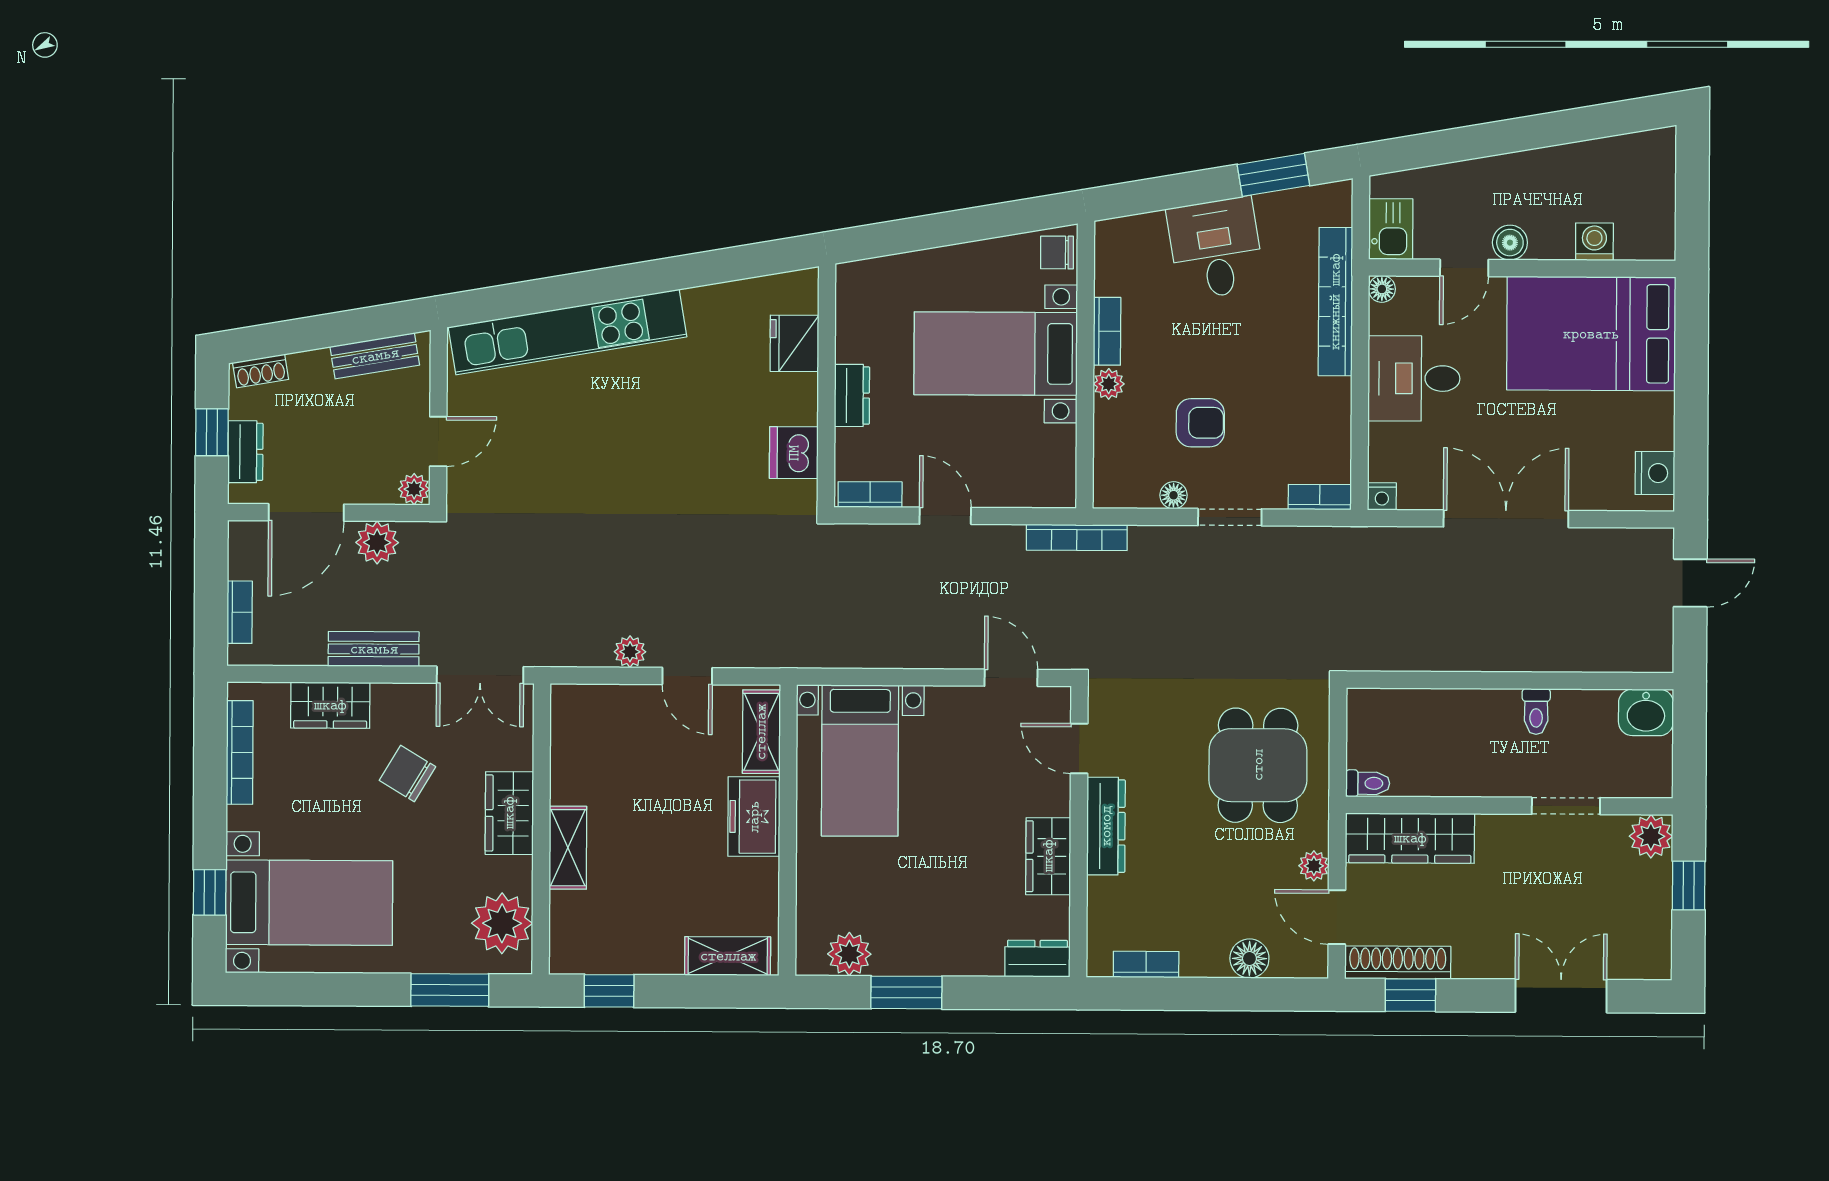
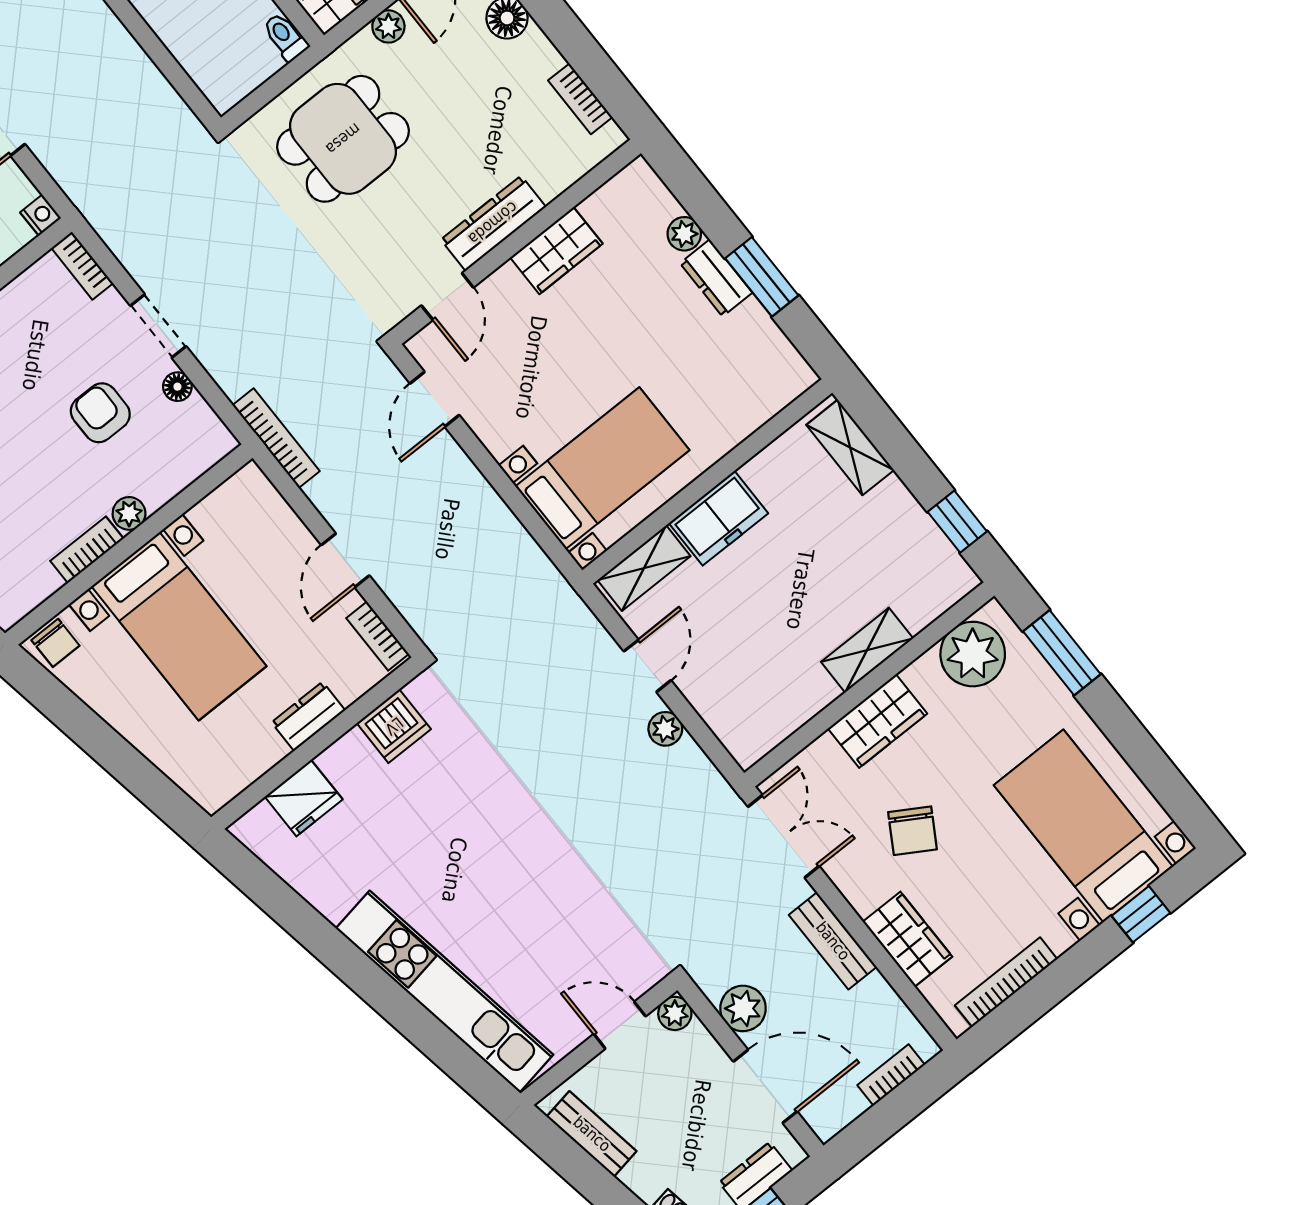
plant: (849, 954) -> (684, 234), moved, width x0.73, depth x0.73
dresser: (1037, 959) -> (716, 278), moved

